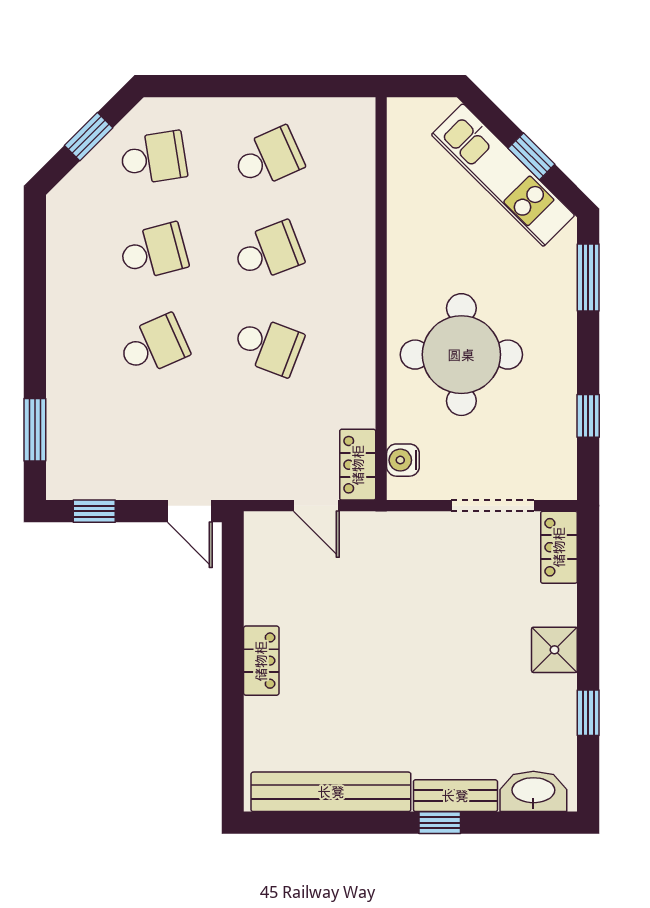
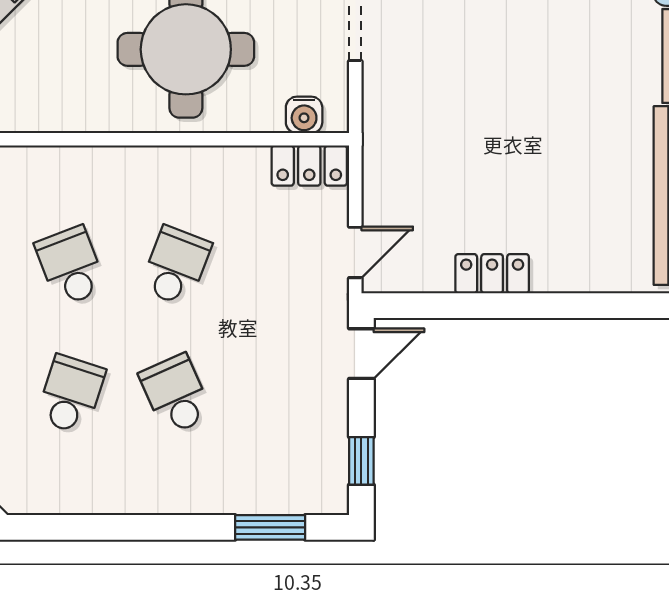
school desk: (153, 252) -> (71, 394), turned 33
door: (316, 506) -> (355, 252), moved
locker: (261, 661) -> (492, 274), moved

